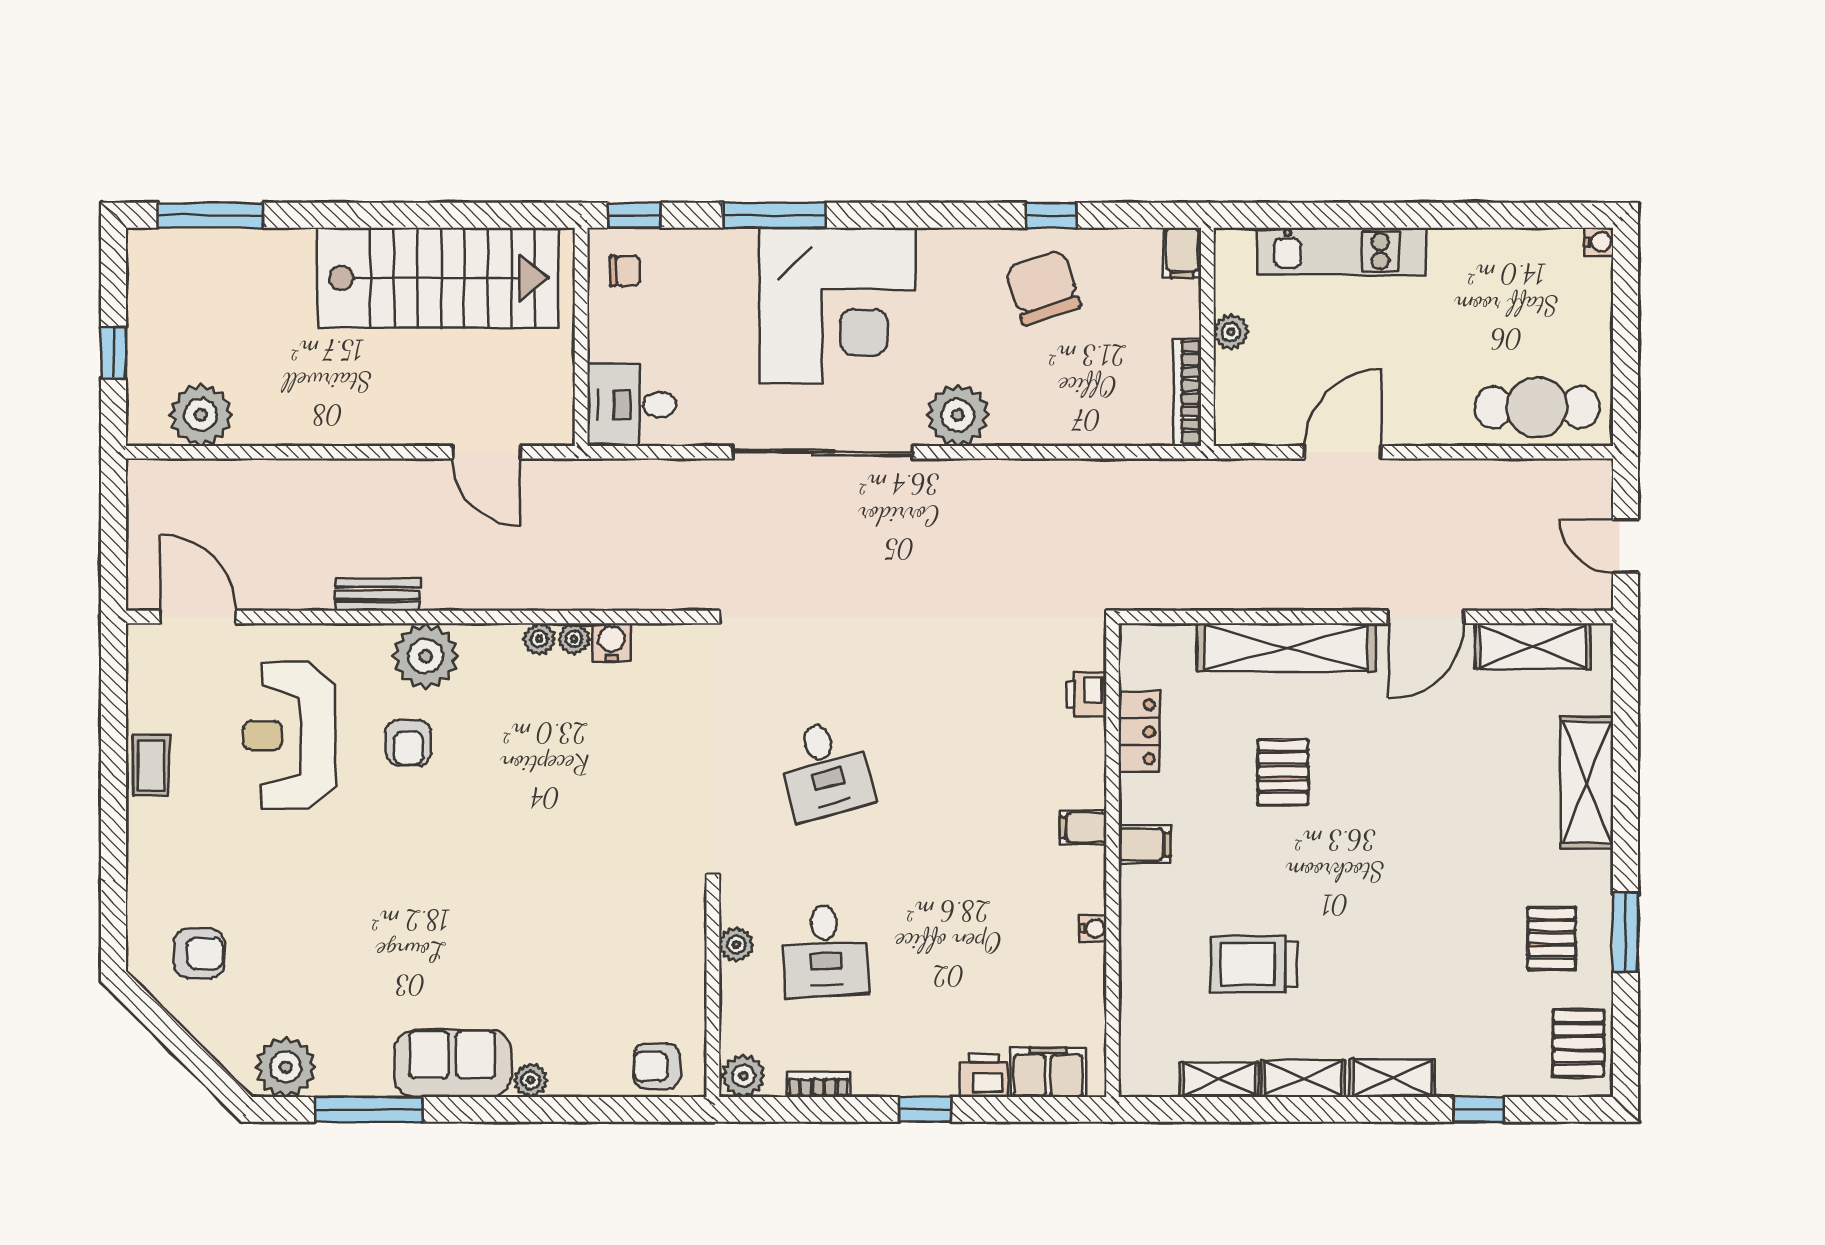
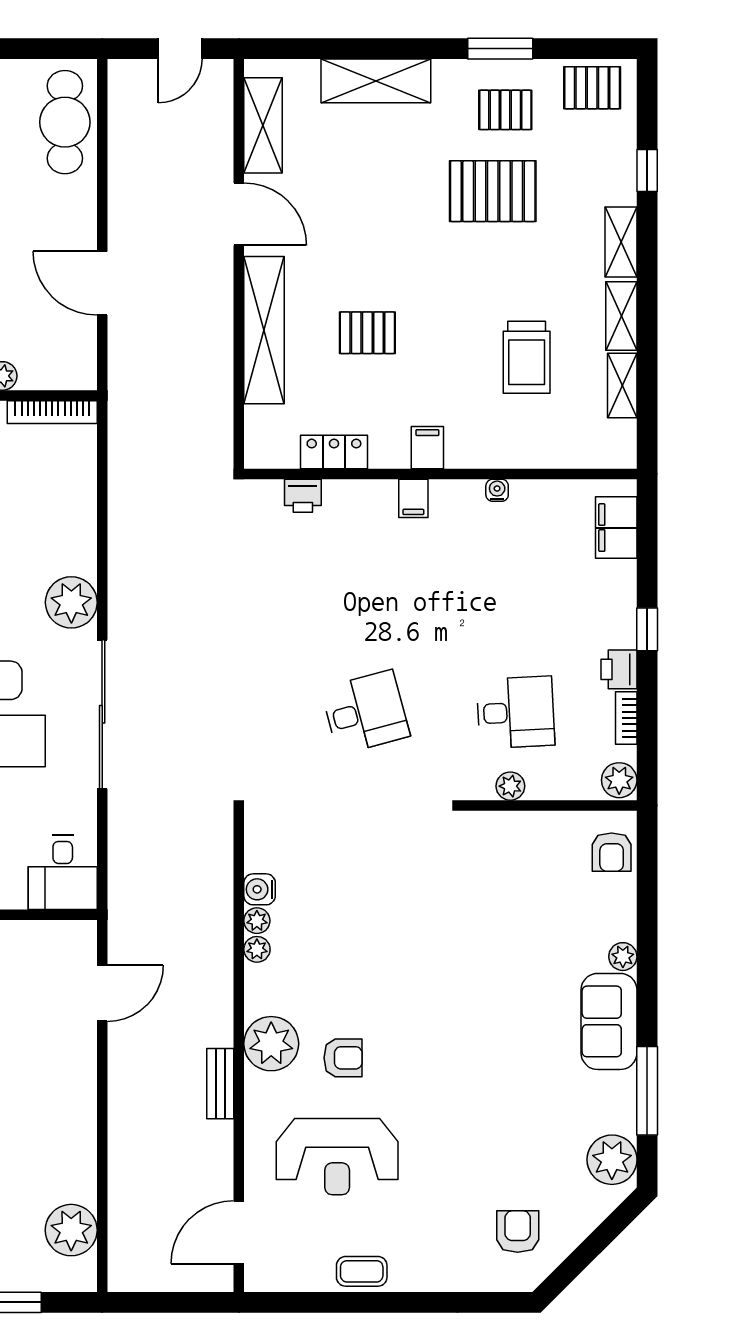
pallet: (1454, 923) -> (493, 191), added
printer: (984, 1076) -> (619, 669), moved

